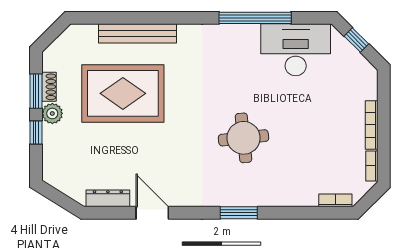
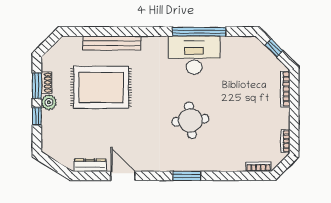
desk: (296, 50) -> (194, 55), moved
bookcase: (372, 125) -> (285, 89), moved

